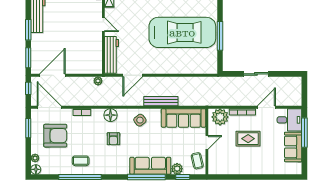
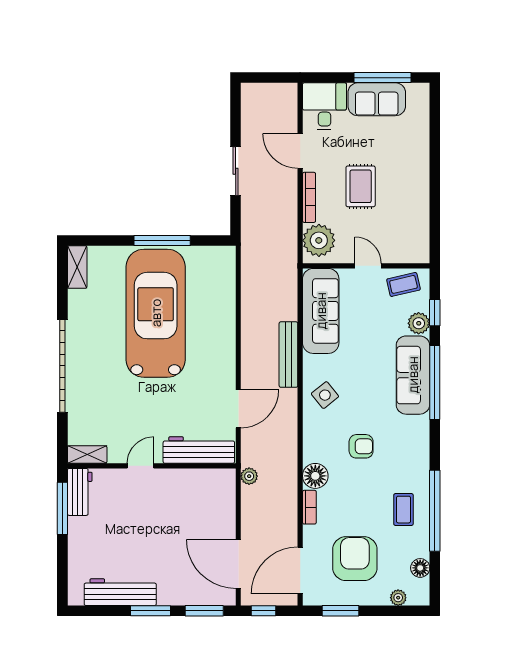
door: (133, 75) -> (238, 409), hinge flipped
floor lamp: (110, 115) -> (315, 476), moved
window: (304, 133) -> (383, 78), moved
floor lamp: (36, 169) -> (420, 568), moved

